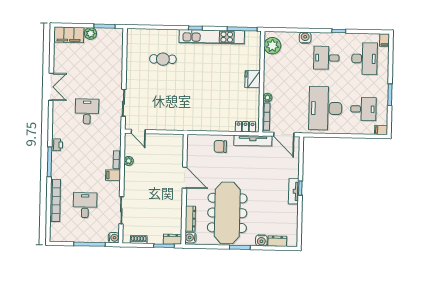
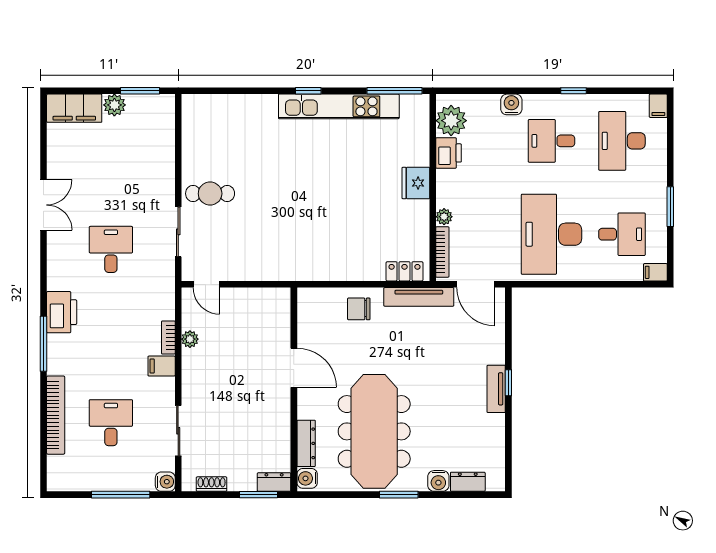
cafe table: (163, 59) -> (210, 194), moved
desk: (364, 59) -> (622, 141), turned 180
printer: (271, 63) -> (449, 153), added
printer: (57, 145) -> (62, 312), width x1.87, depth x1.48

